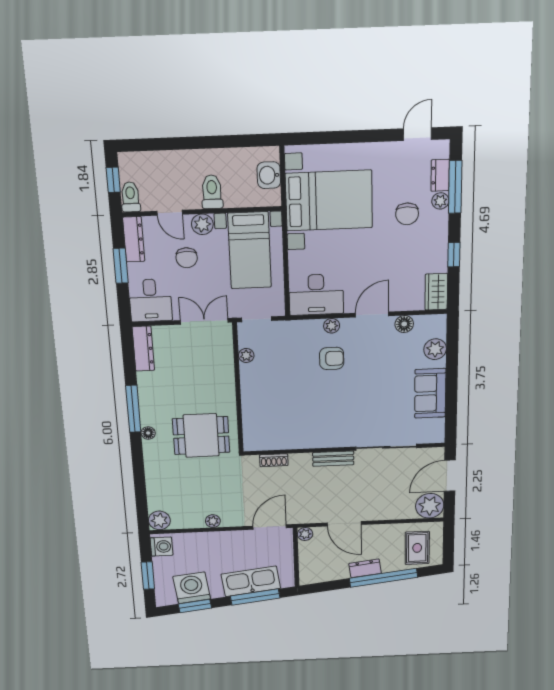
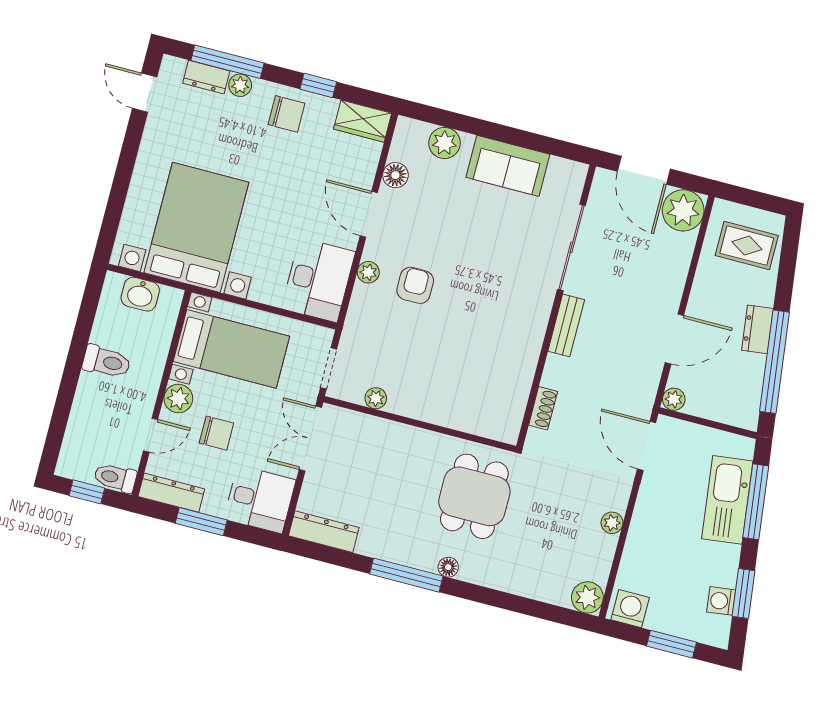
toilet: (212, 192) -> (106, 362), moved, turned 180
chair: (407, 214) -> (286, 114), moved
window: (384, 578) -> (774, 362), moved
washing machine: (192, 588) -> (721, 601), width x0.53, depth x0.53

